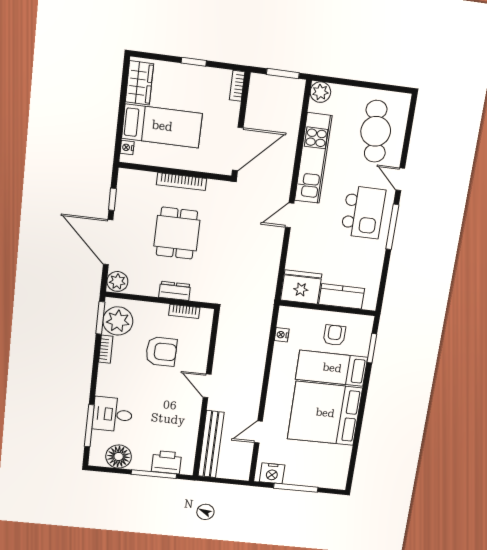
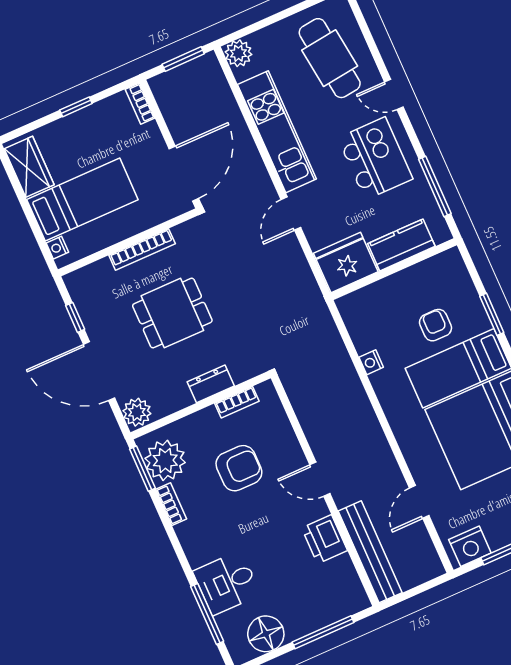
window: (392, 227) -> (435, 186), moved
dining table: (177, 233) -> (172, 313), turned 90
fridge: (301, 287) -> (346, 262), moved
kitchen counter: (342, 296) -> (401, 245), moved
wall: (328, 308) -> (394, 269), moved
printer: (167, 462) -> (324, 539), moved, turned -90

